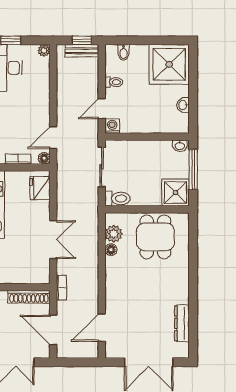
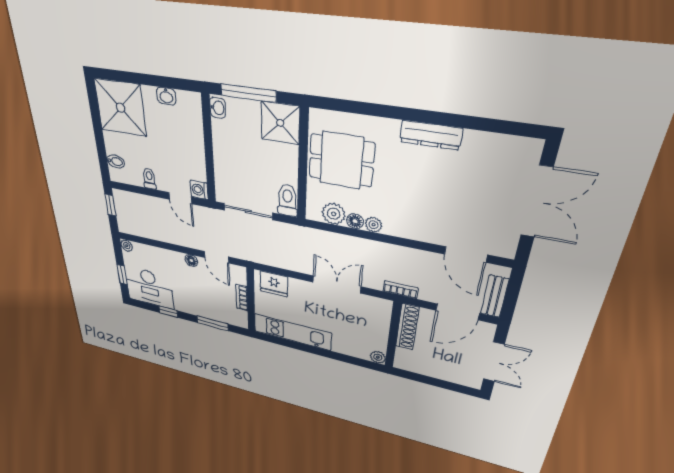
bench: (82, 51) -> (495, 296), moved
floor lamp: (44, 158) -> (191, 260), moved
plant: (111, 263) -> (373, 225), added
dresser: (182, 323) -> (431, 135), moved

